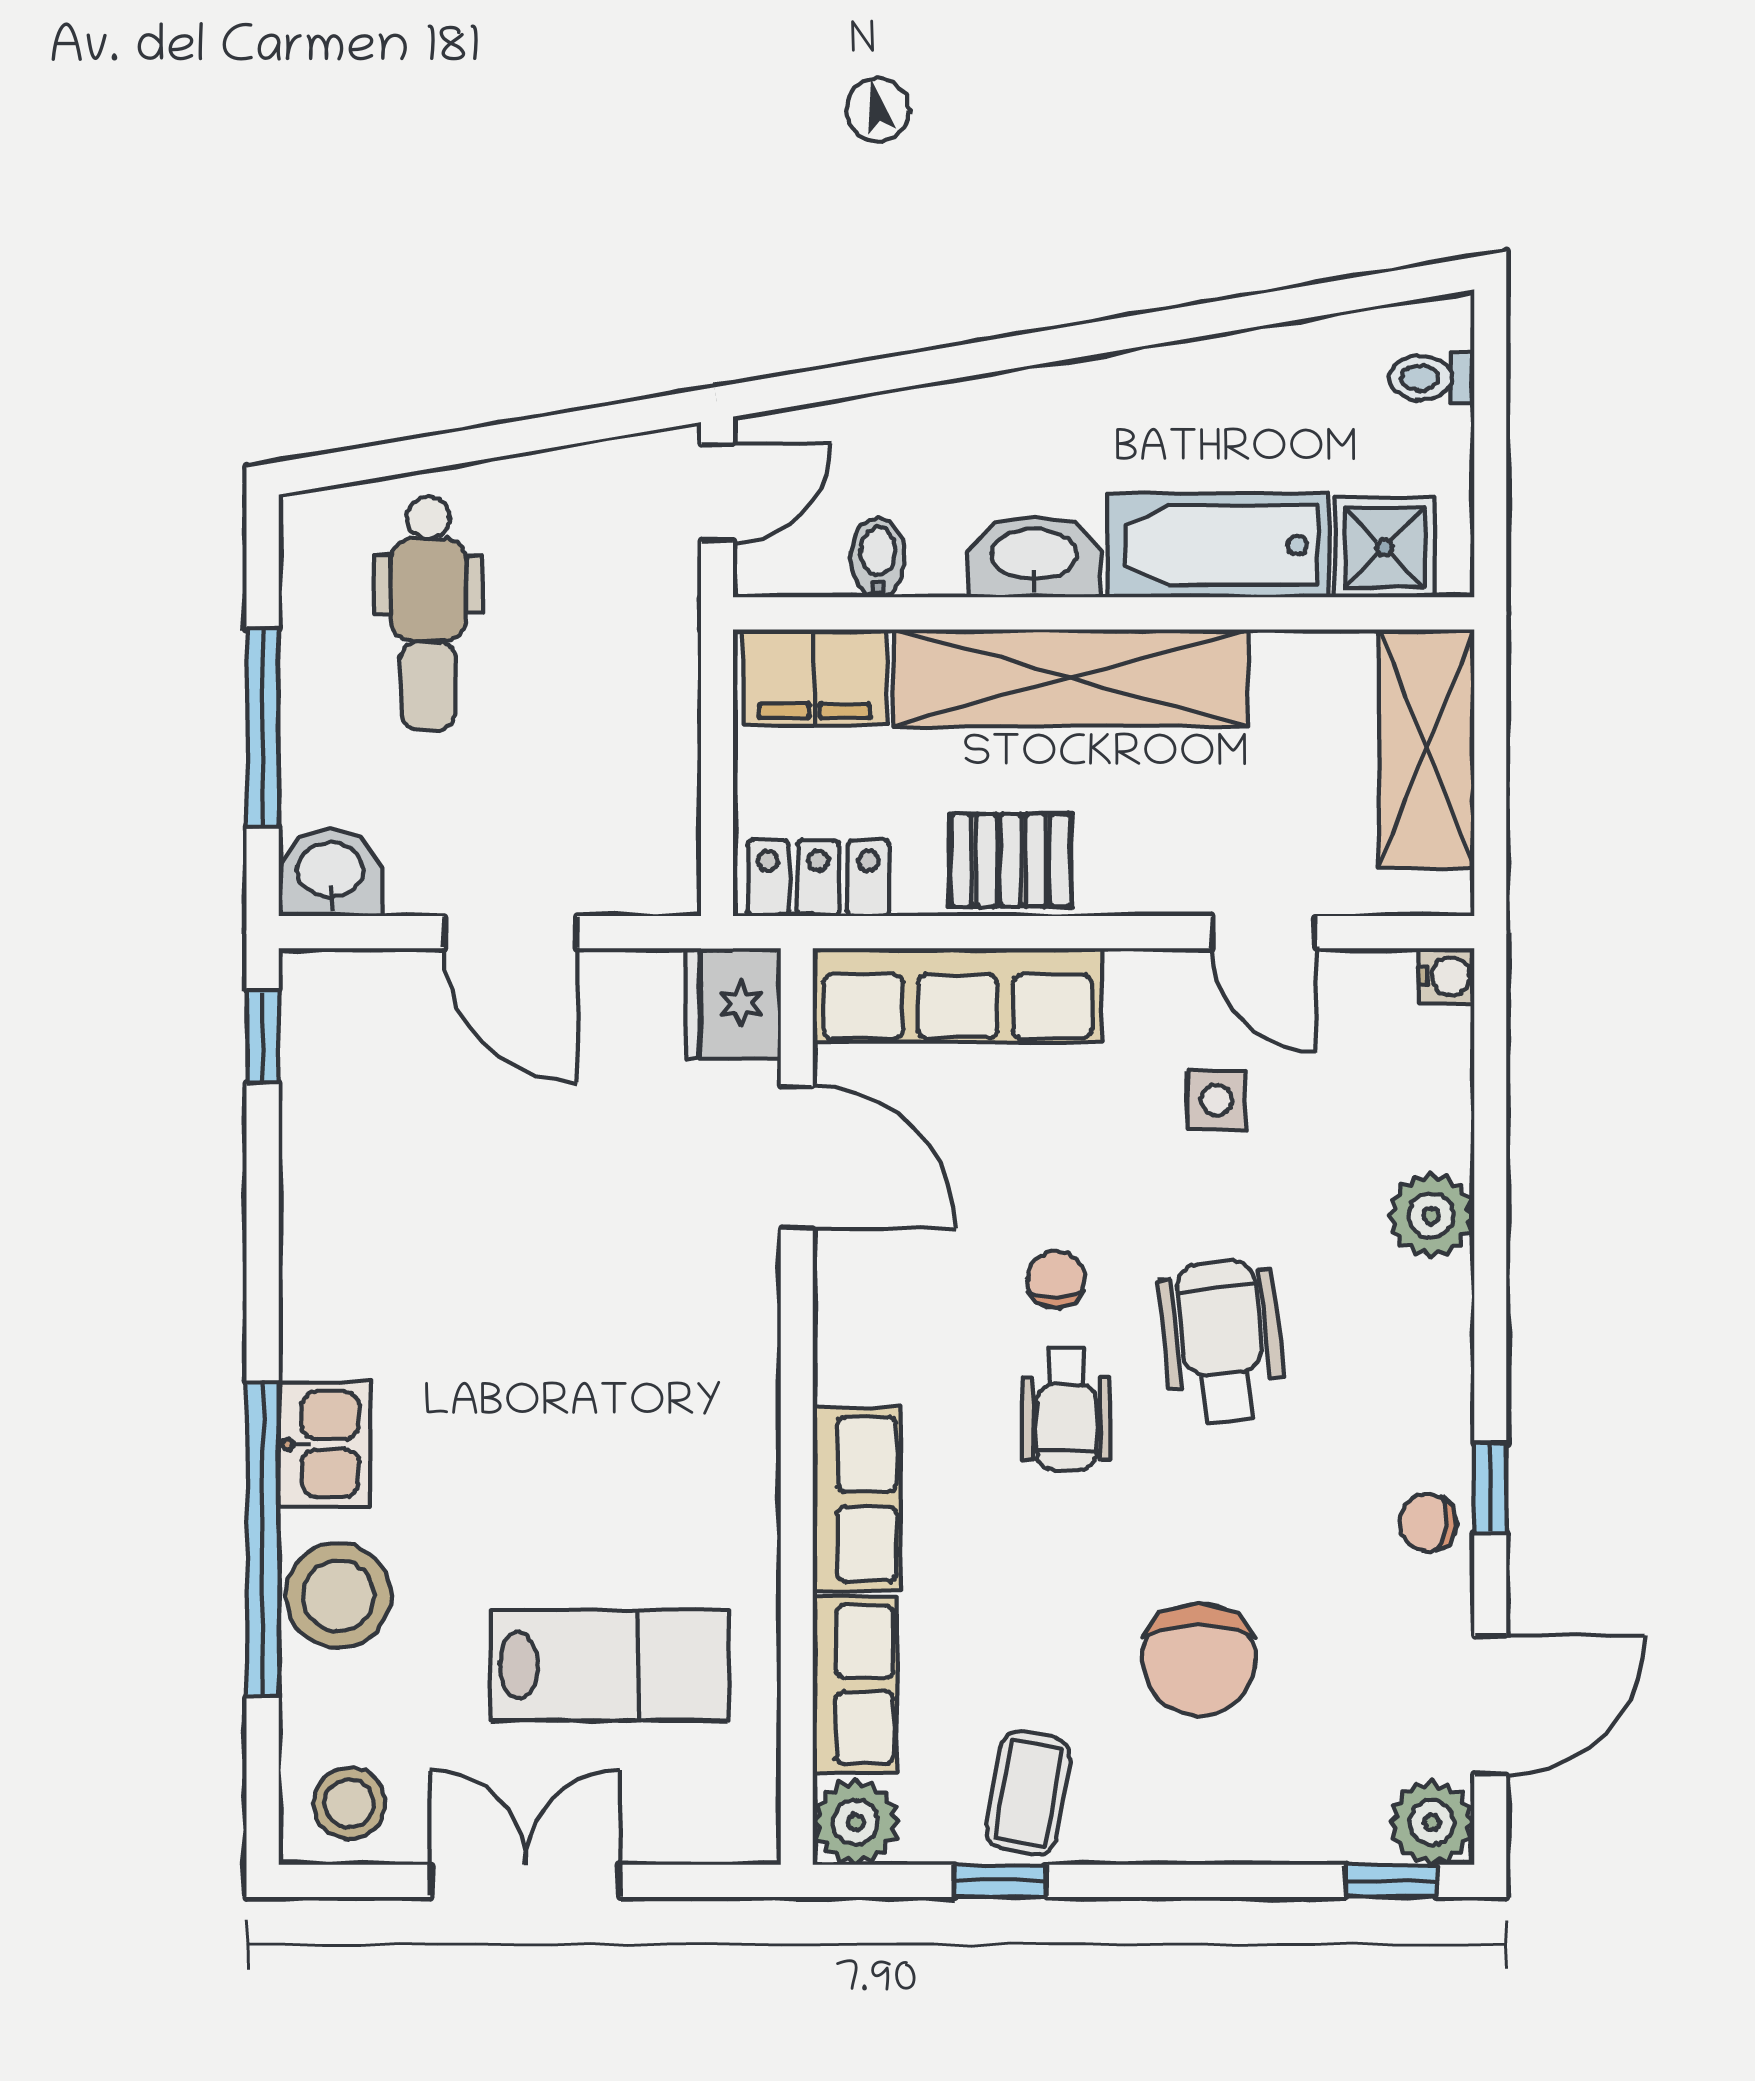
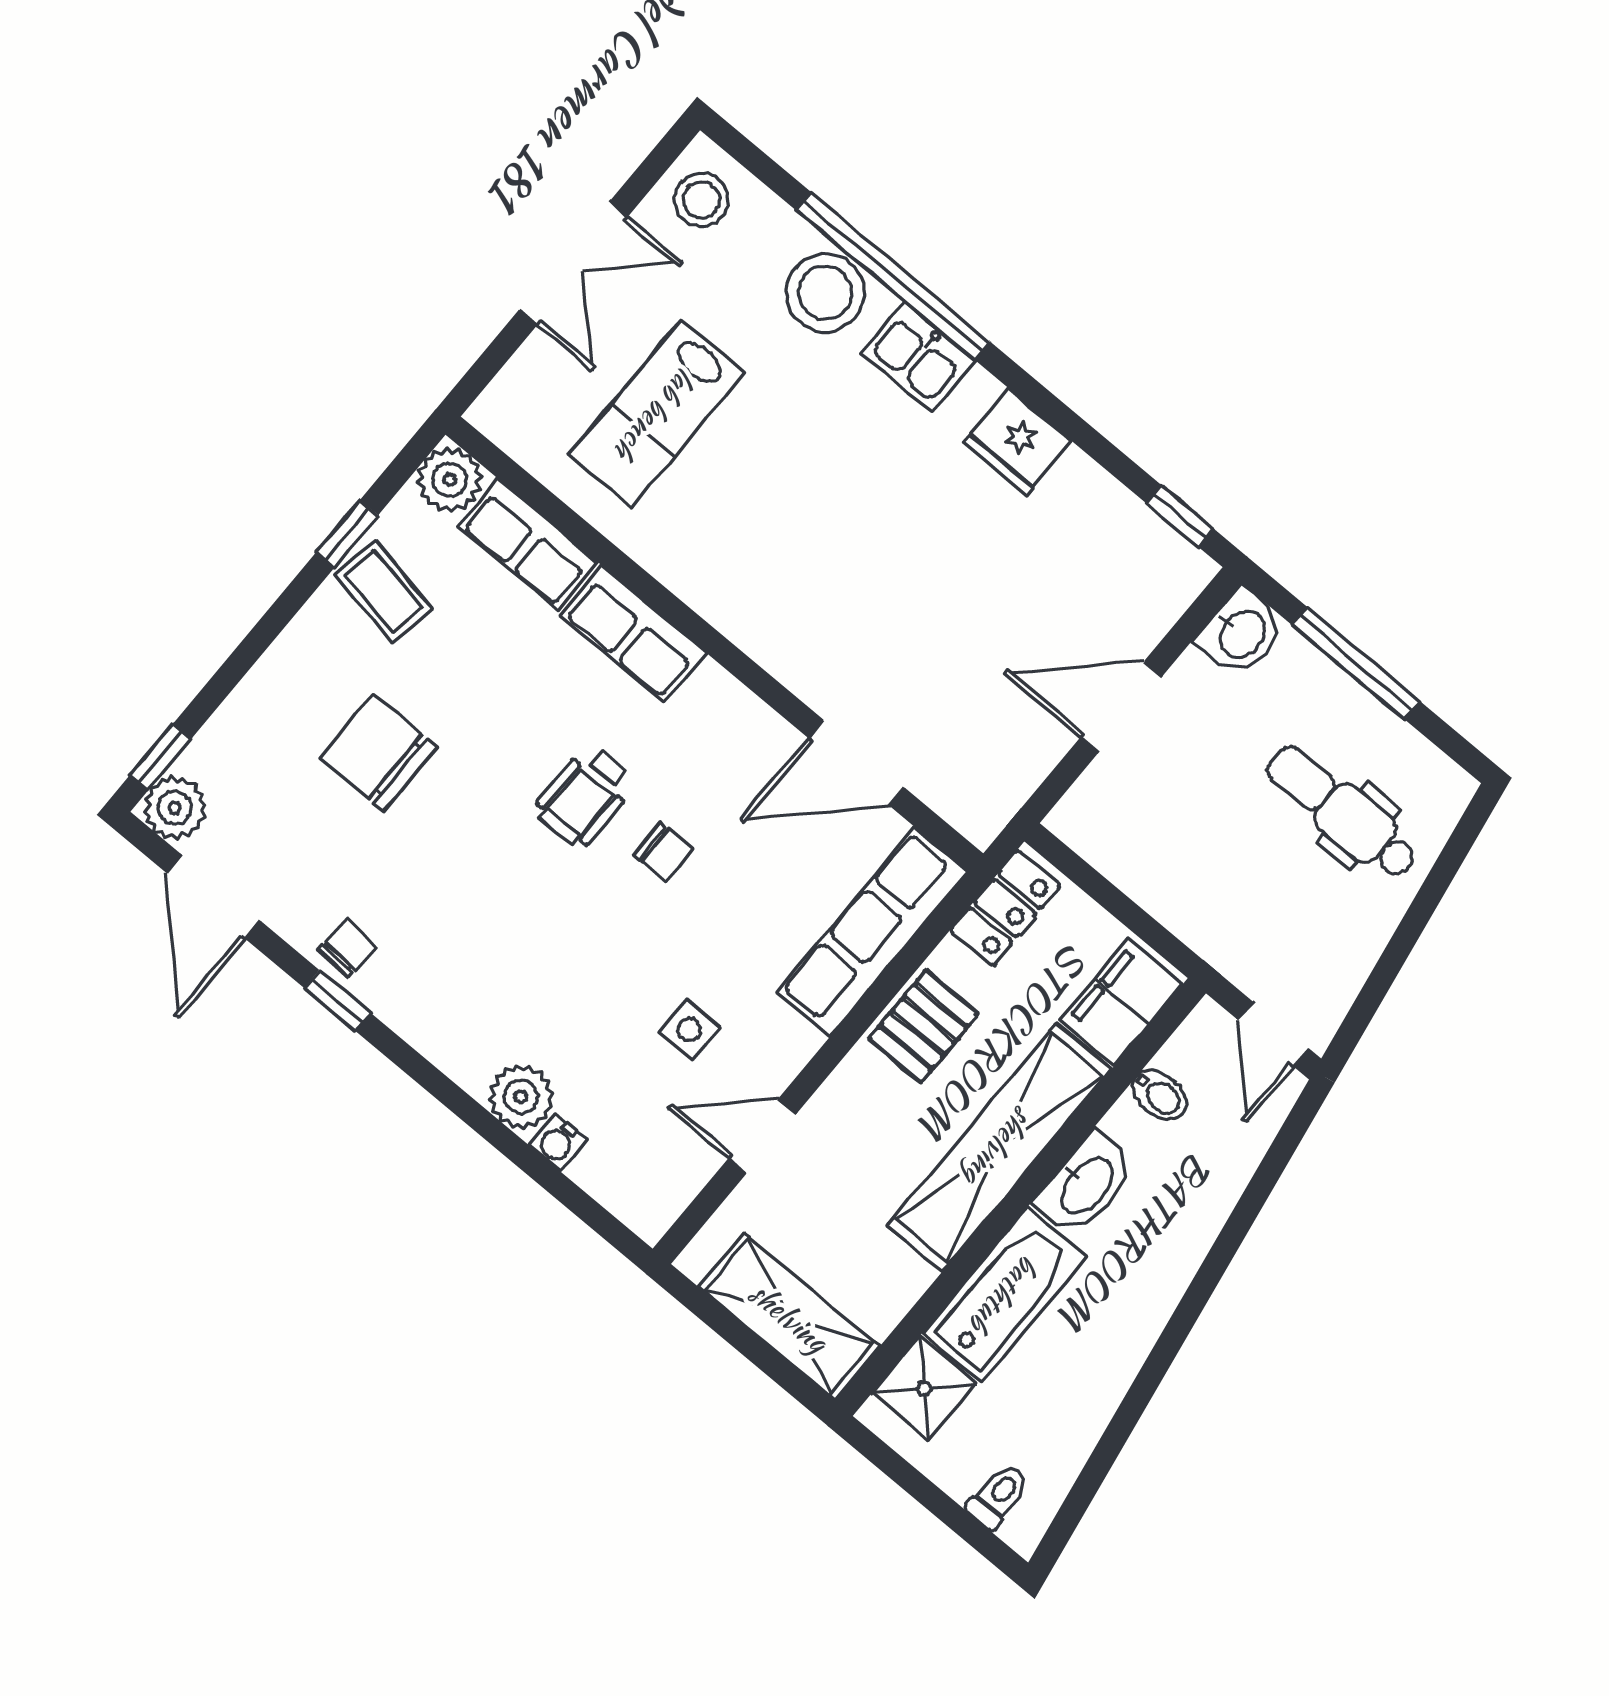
water cooler: (1446, 976) -> (558, 1142), moved
fridge: (733, 1003) -> (1017, 441), moved, turned 180
wheelchair: (1222, 1342) -> (549, 917), removed
wheelchair: (1066, 1409) -> (585, 797), turned -90

